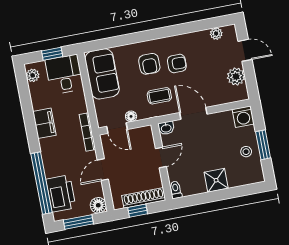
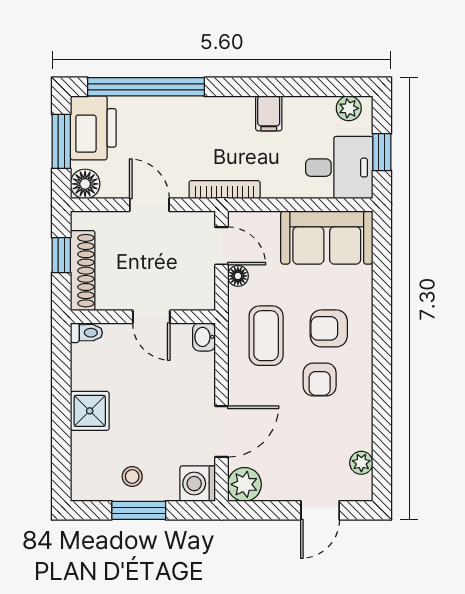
plant: (236, 77) -> (244, 484), moved
coffee table: (159, 96) -> (266, 336), width x1.36, depth x1.30
door: (193, 113) -> (222, 431), moved
filing cabinet: (44, 123) -> (269, 113), width x0.50
door: (117, 128) -> (222, 246), swing flipped
printer: (61, 193) -> (93, 128), moved, turned -90

